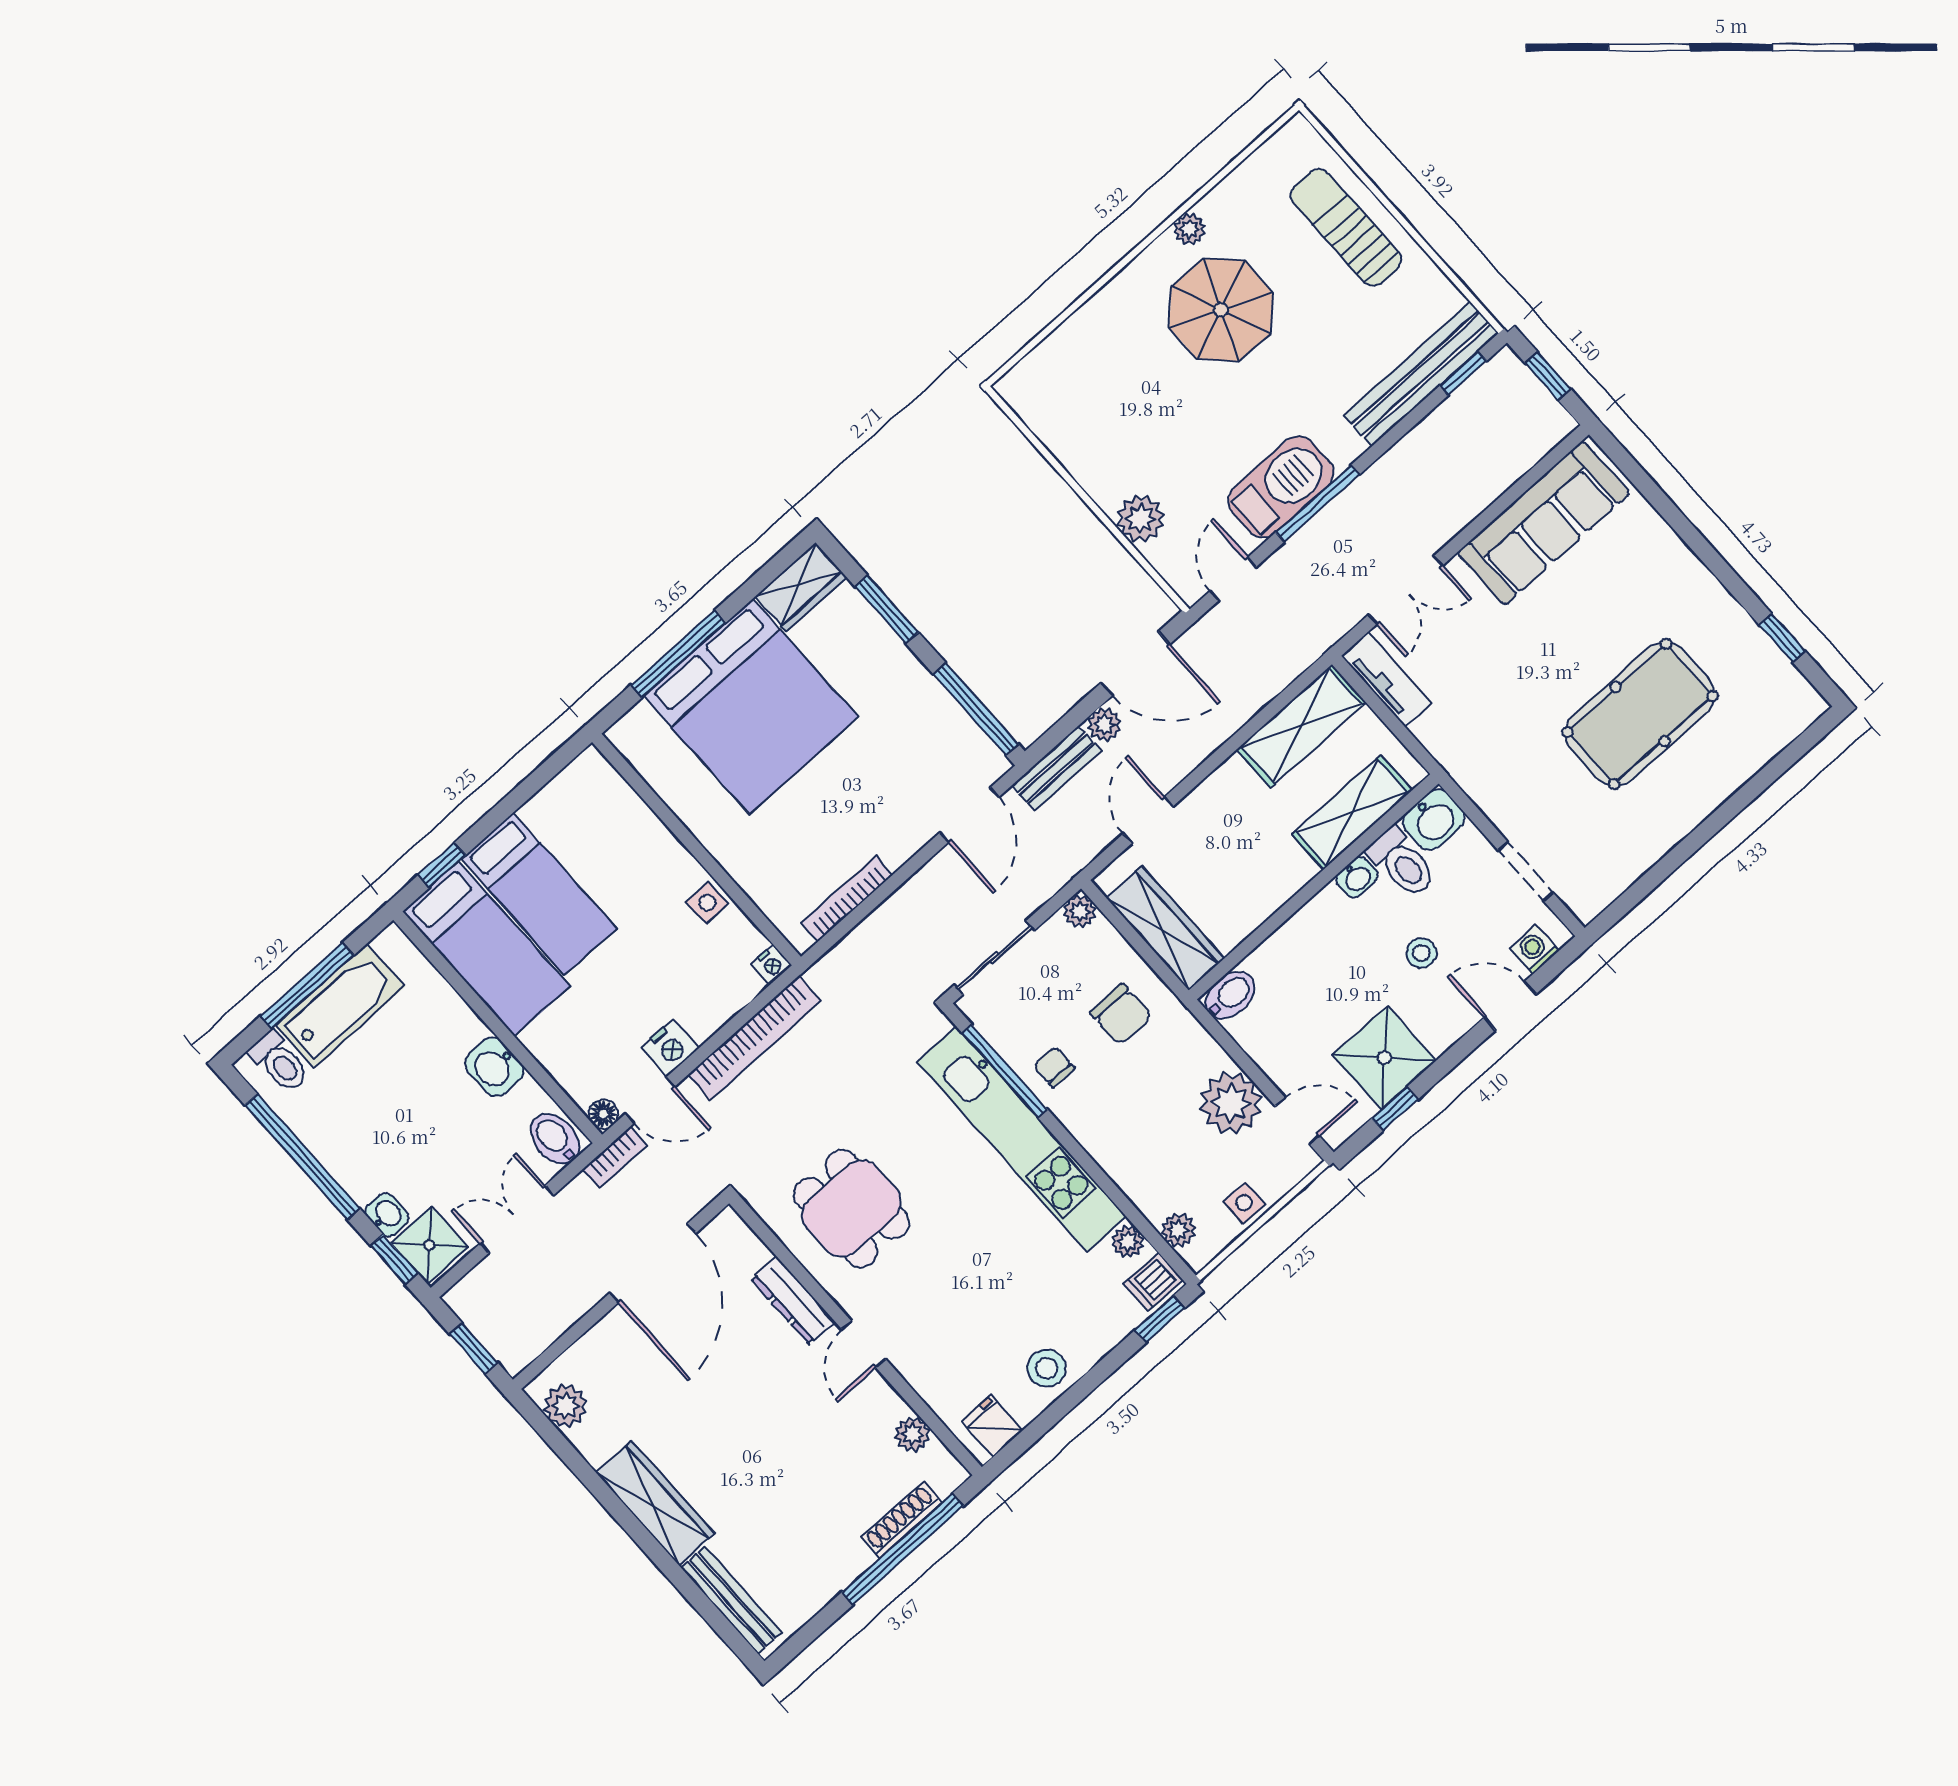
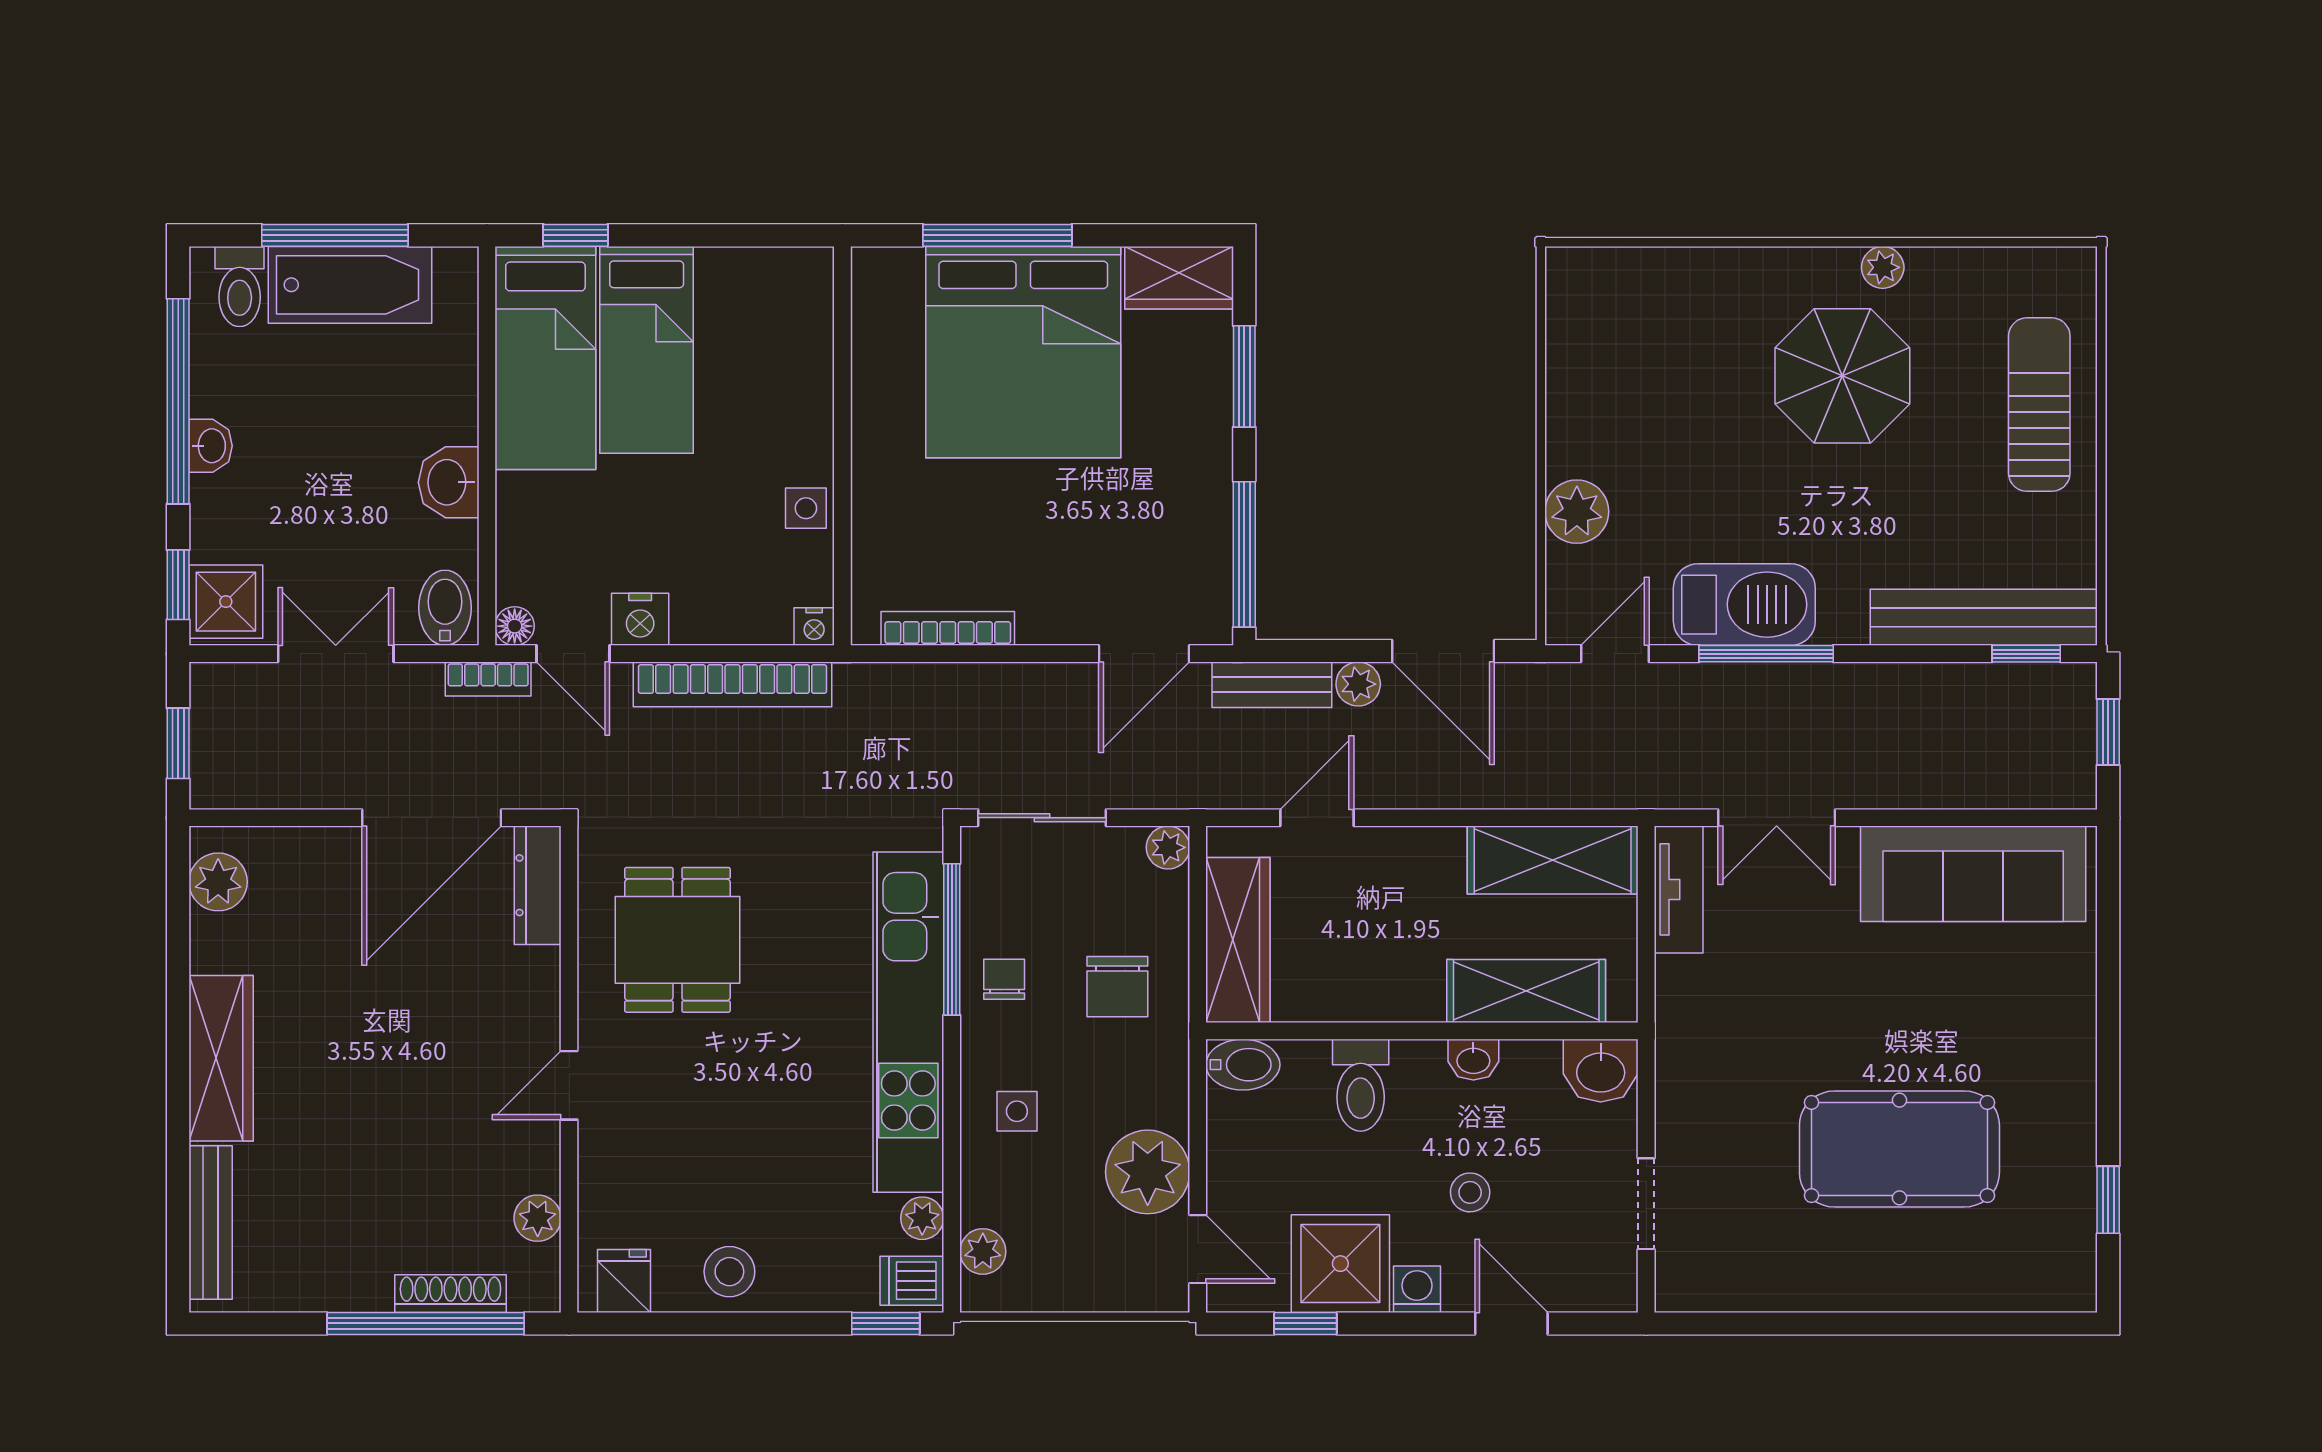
toilet: (1402, 863) -> (1361, 1085), moved
washing machine: (1535, 949) -> (1417, 1289), moved
side table: (1244, 1203) -> (1017, 1111), moved
washbasin: (387, 1215) -> (211, 446), moved
dresser: (793, 1300) -> (538, 885), moved

